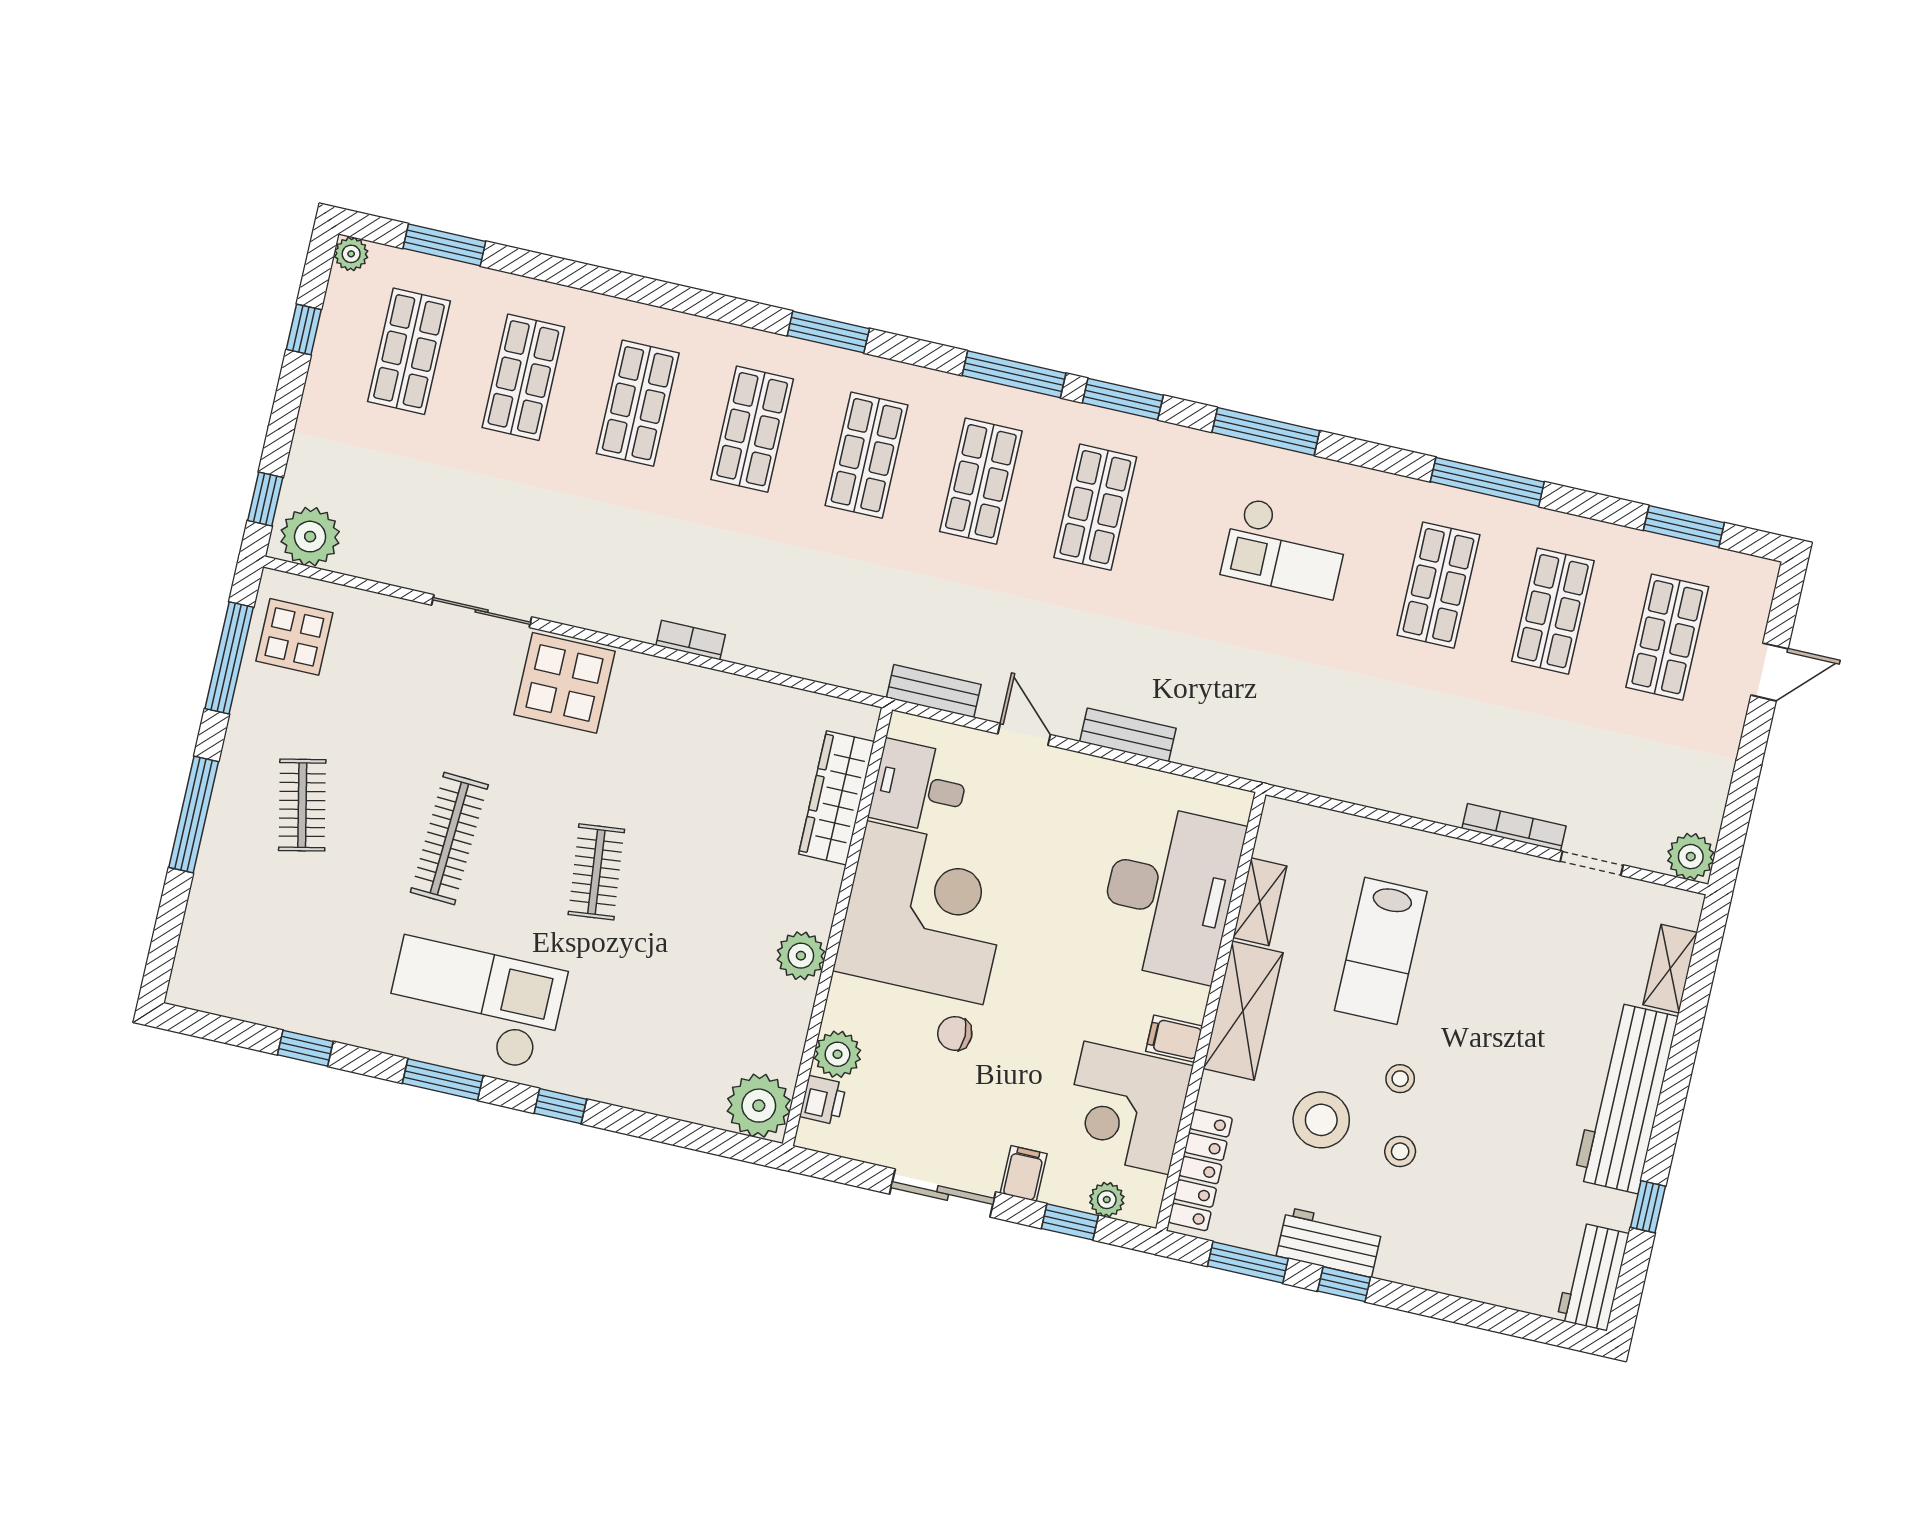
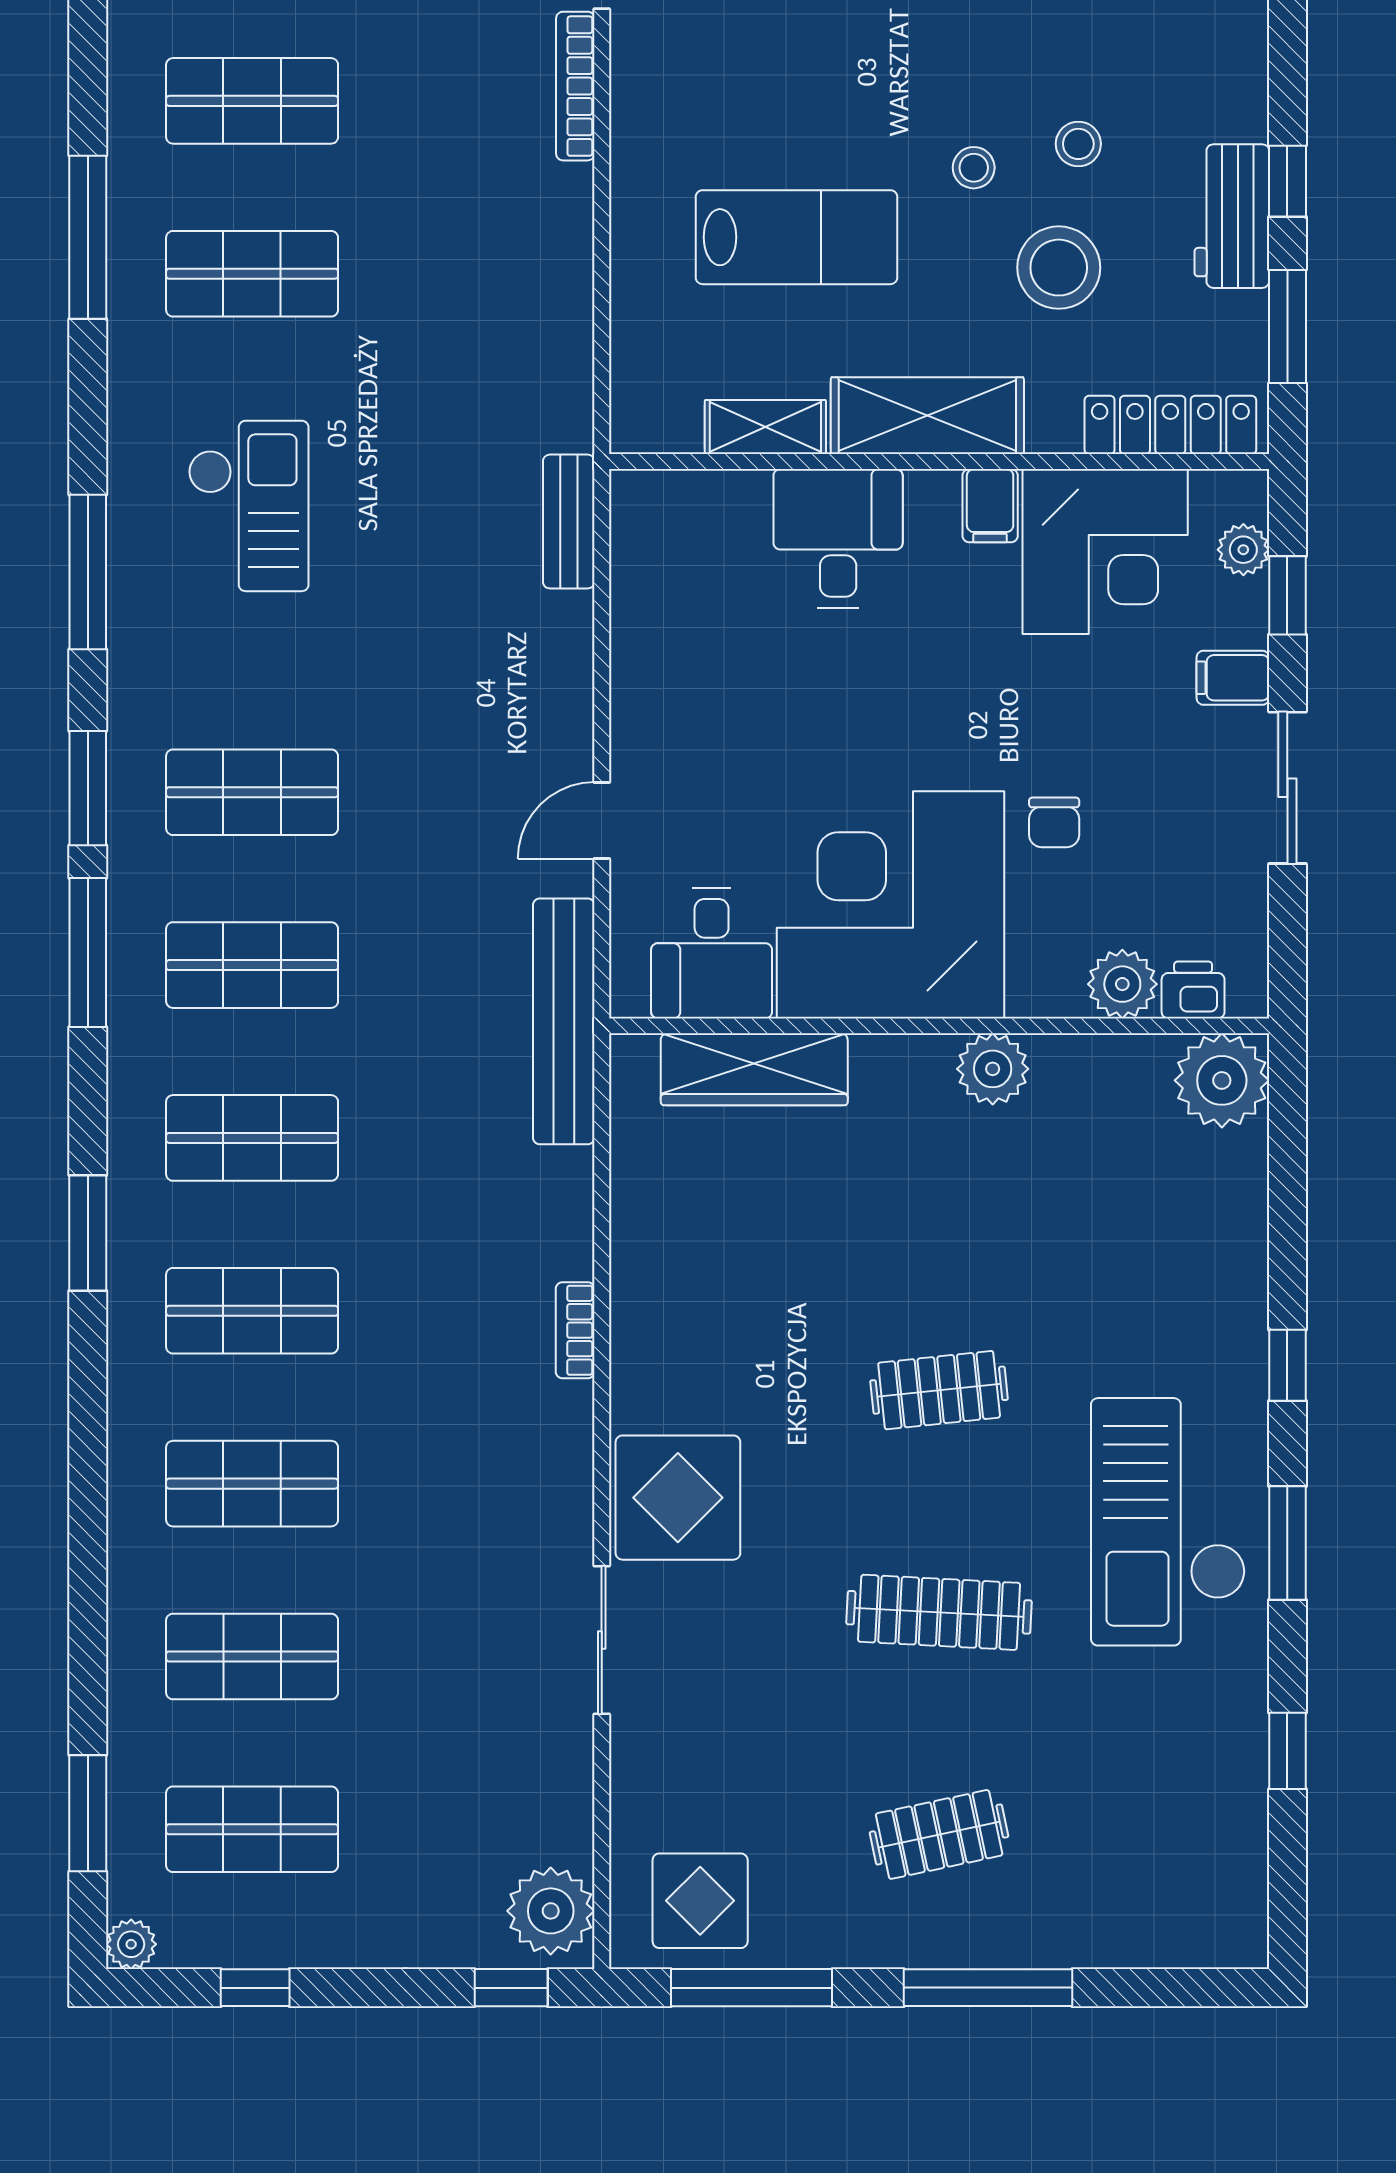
bench: (934, 691) -> (564, 1021), width x1.86, depth x1.21
bench: (1128, 735) -> (569, 522), moved
desk: (1170, 893) -> (838, 538), width x0.53, depth x0.77

